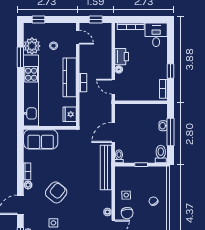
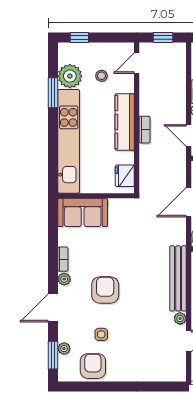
door: (78, 37) -> (137, 63), swing flipped
bench: (106, 167) -> (178, 278), moved
armchair: (56, 192) -> (105, 290), turned -40

